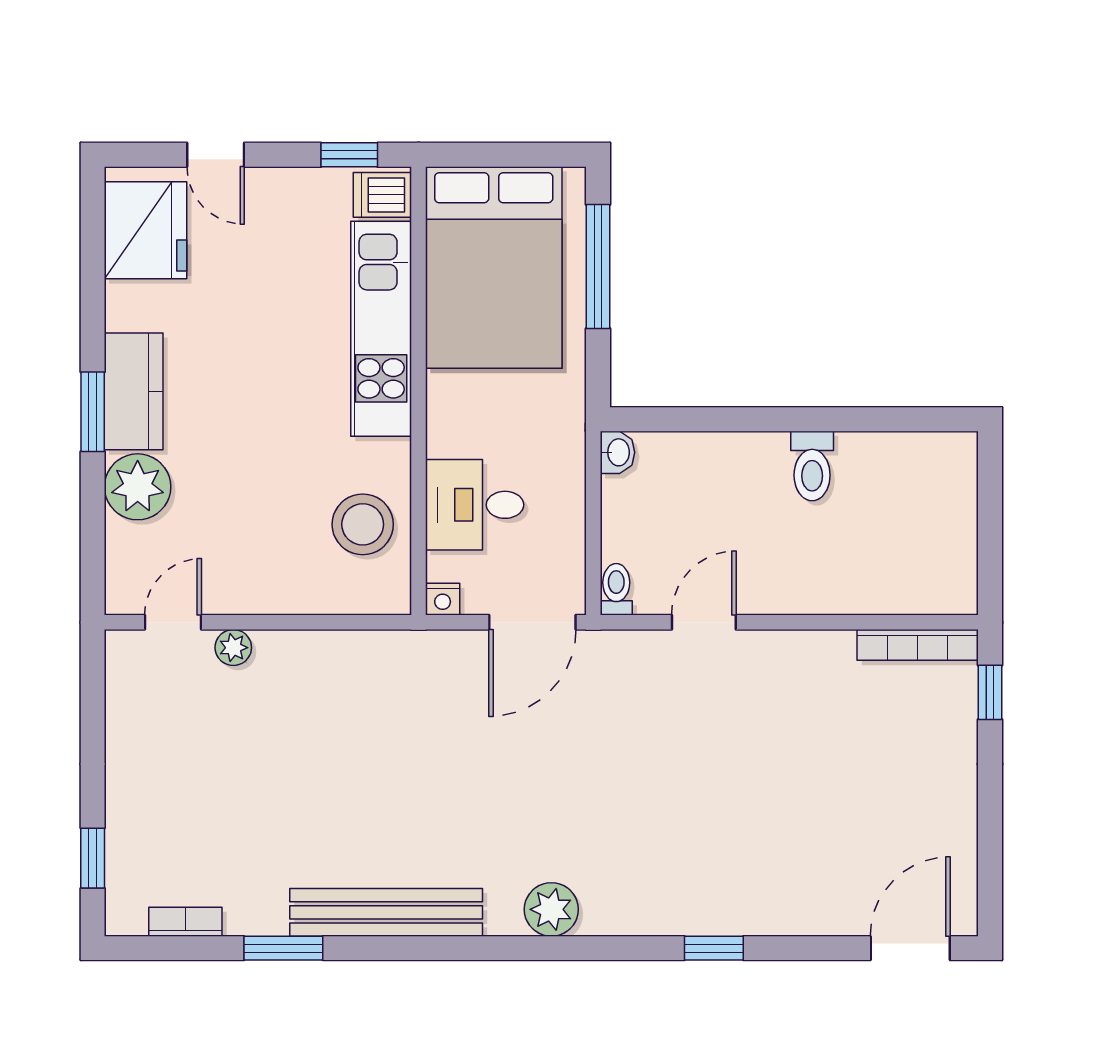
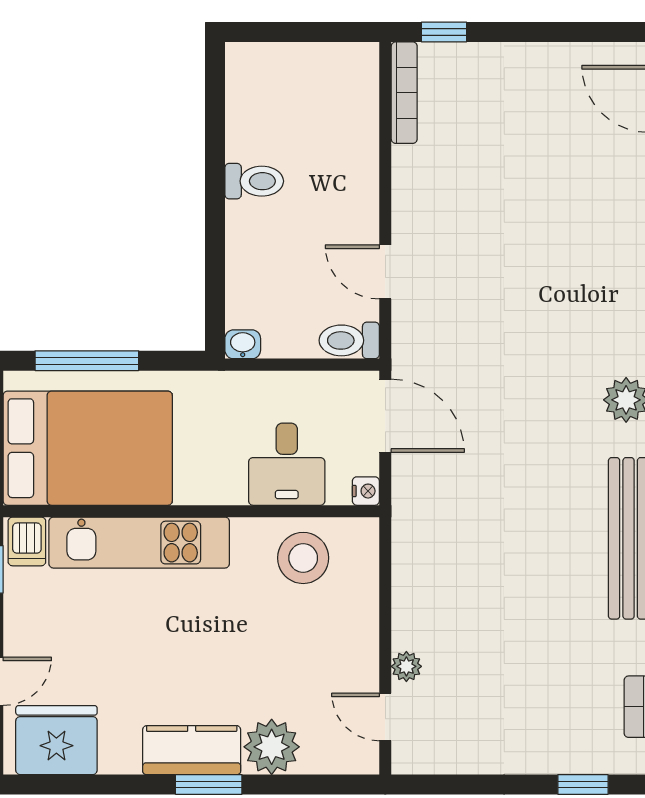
toilet: (616, 589) -> (349, 340), width x1.37, depth x1.39

